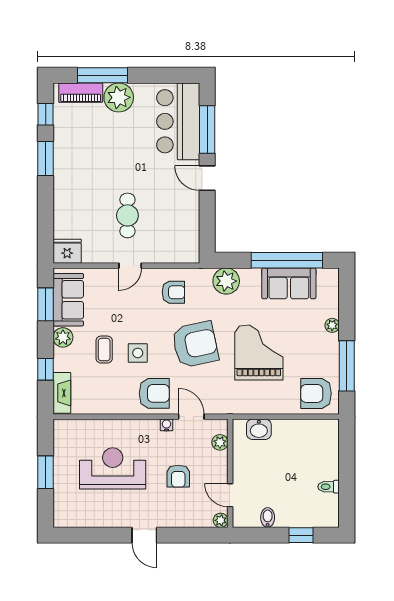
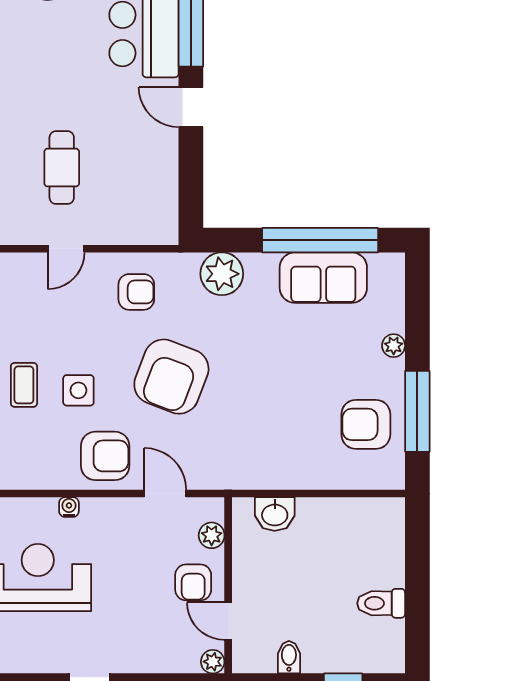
armchair: (195, 344) -> (171, 377), turned 123
grand piano: (259, 353) -> (275, 390), removed
armchair: (316, 393) -> (366, 424), moved
water cooler: (167, 425) -> (69, 507), moved
armchair: (178, 476) -> (193, 582), moved
toilet: (329, 487) -> (381, 603), width x1.37, depth x1.39

